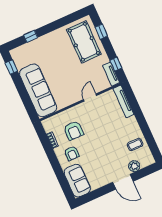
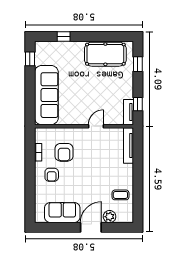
pool table: (84, 42) -> (105, 54), moved, turned 90
sofa: (77, 181) -> (62, 213), moved, turned -90
door: (123, 182) -> (91, 227), swing flipped

